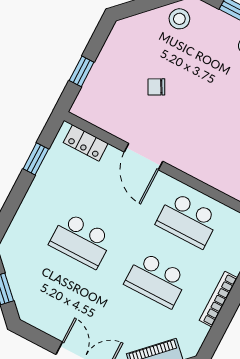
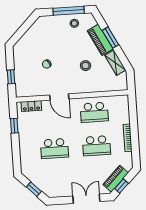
stool: (179, 19) -> (86, 66), moved

